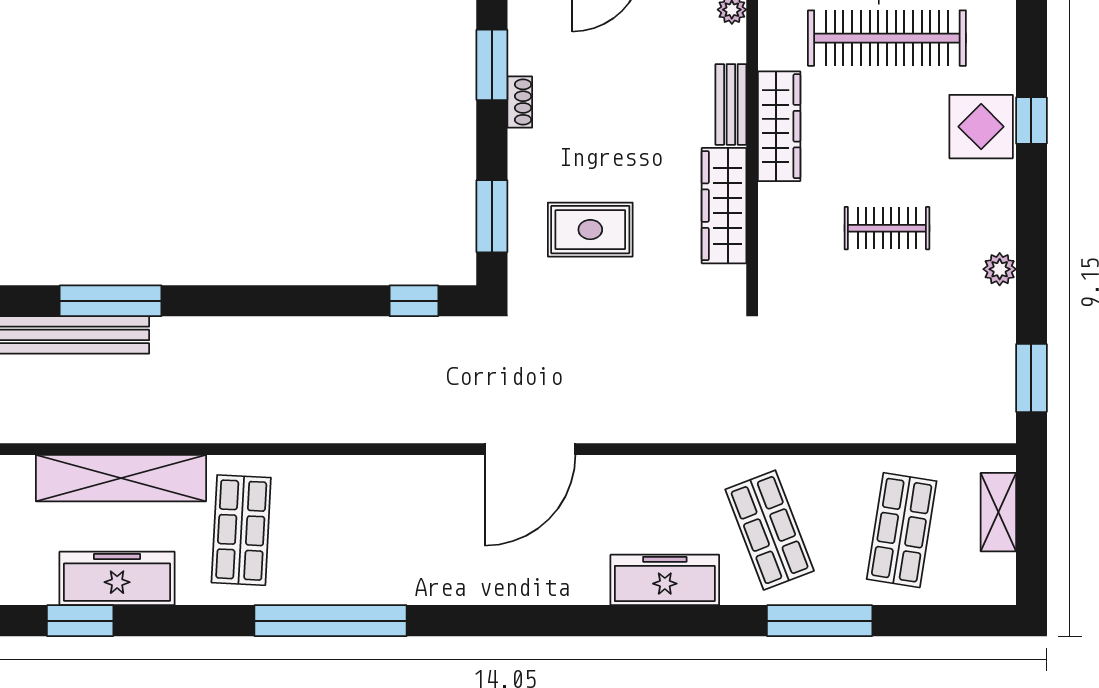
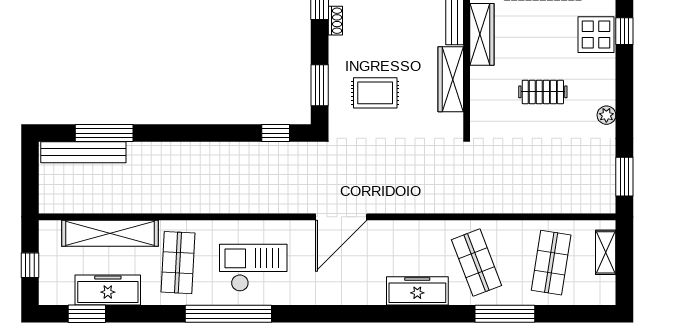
checkout: (375, 539) -> (253, 268), added

